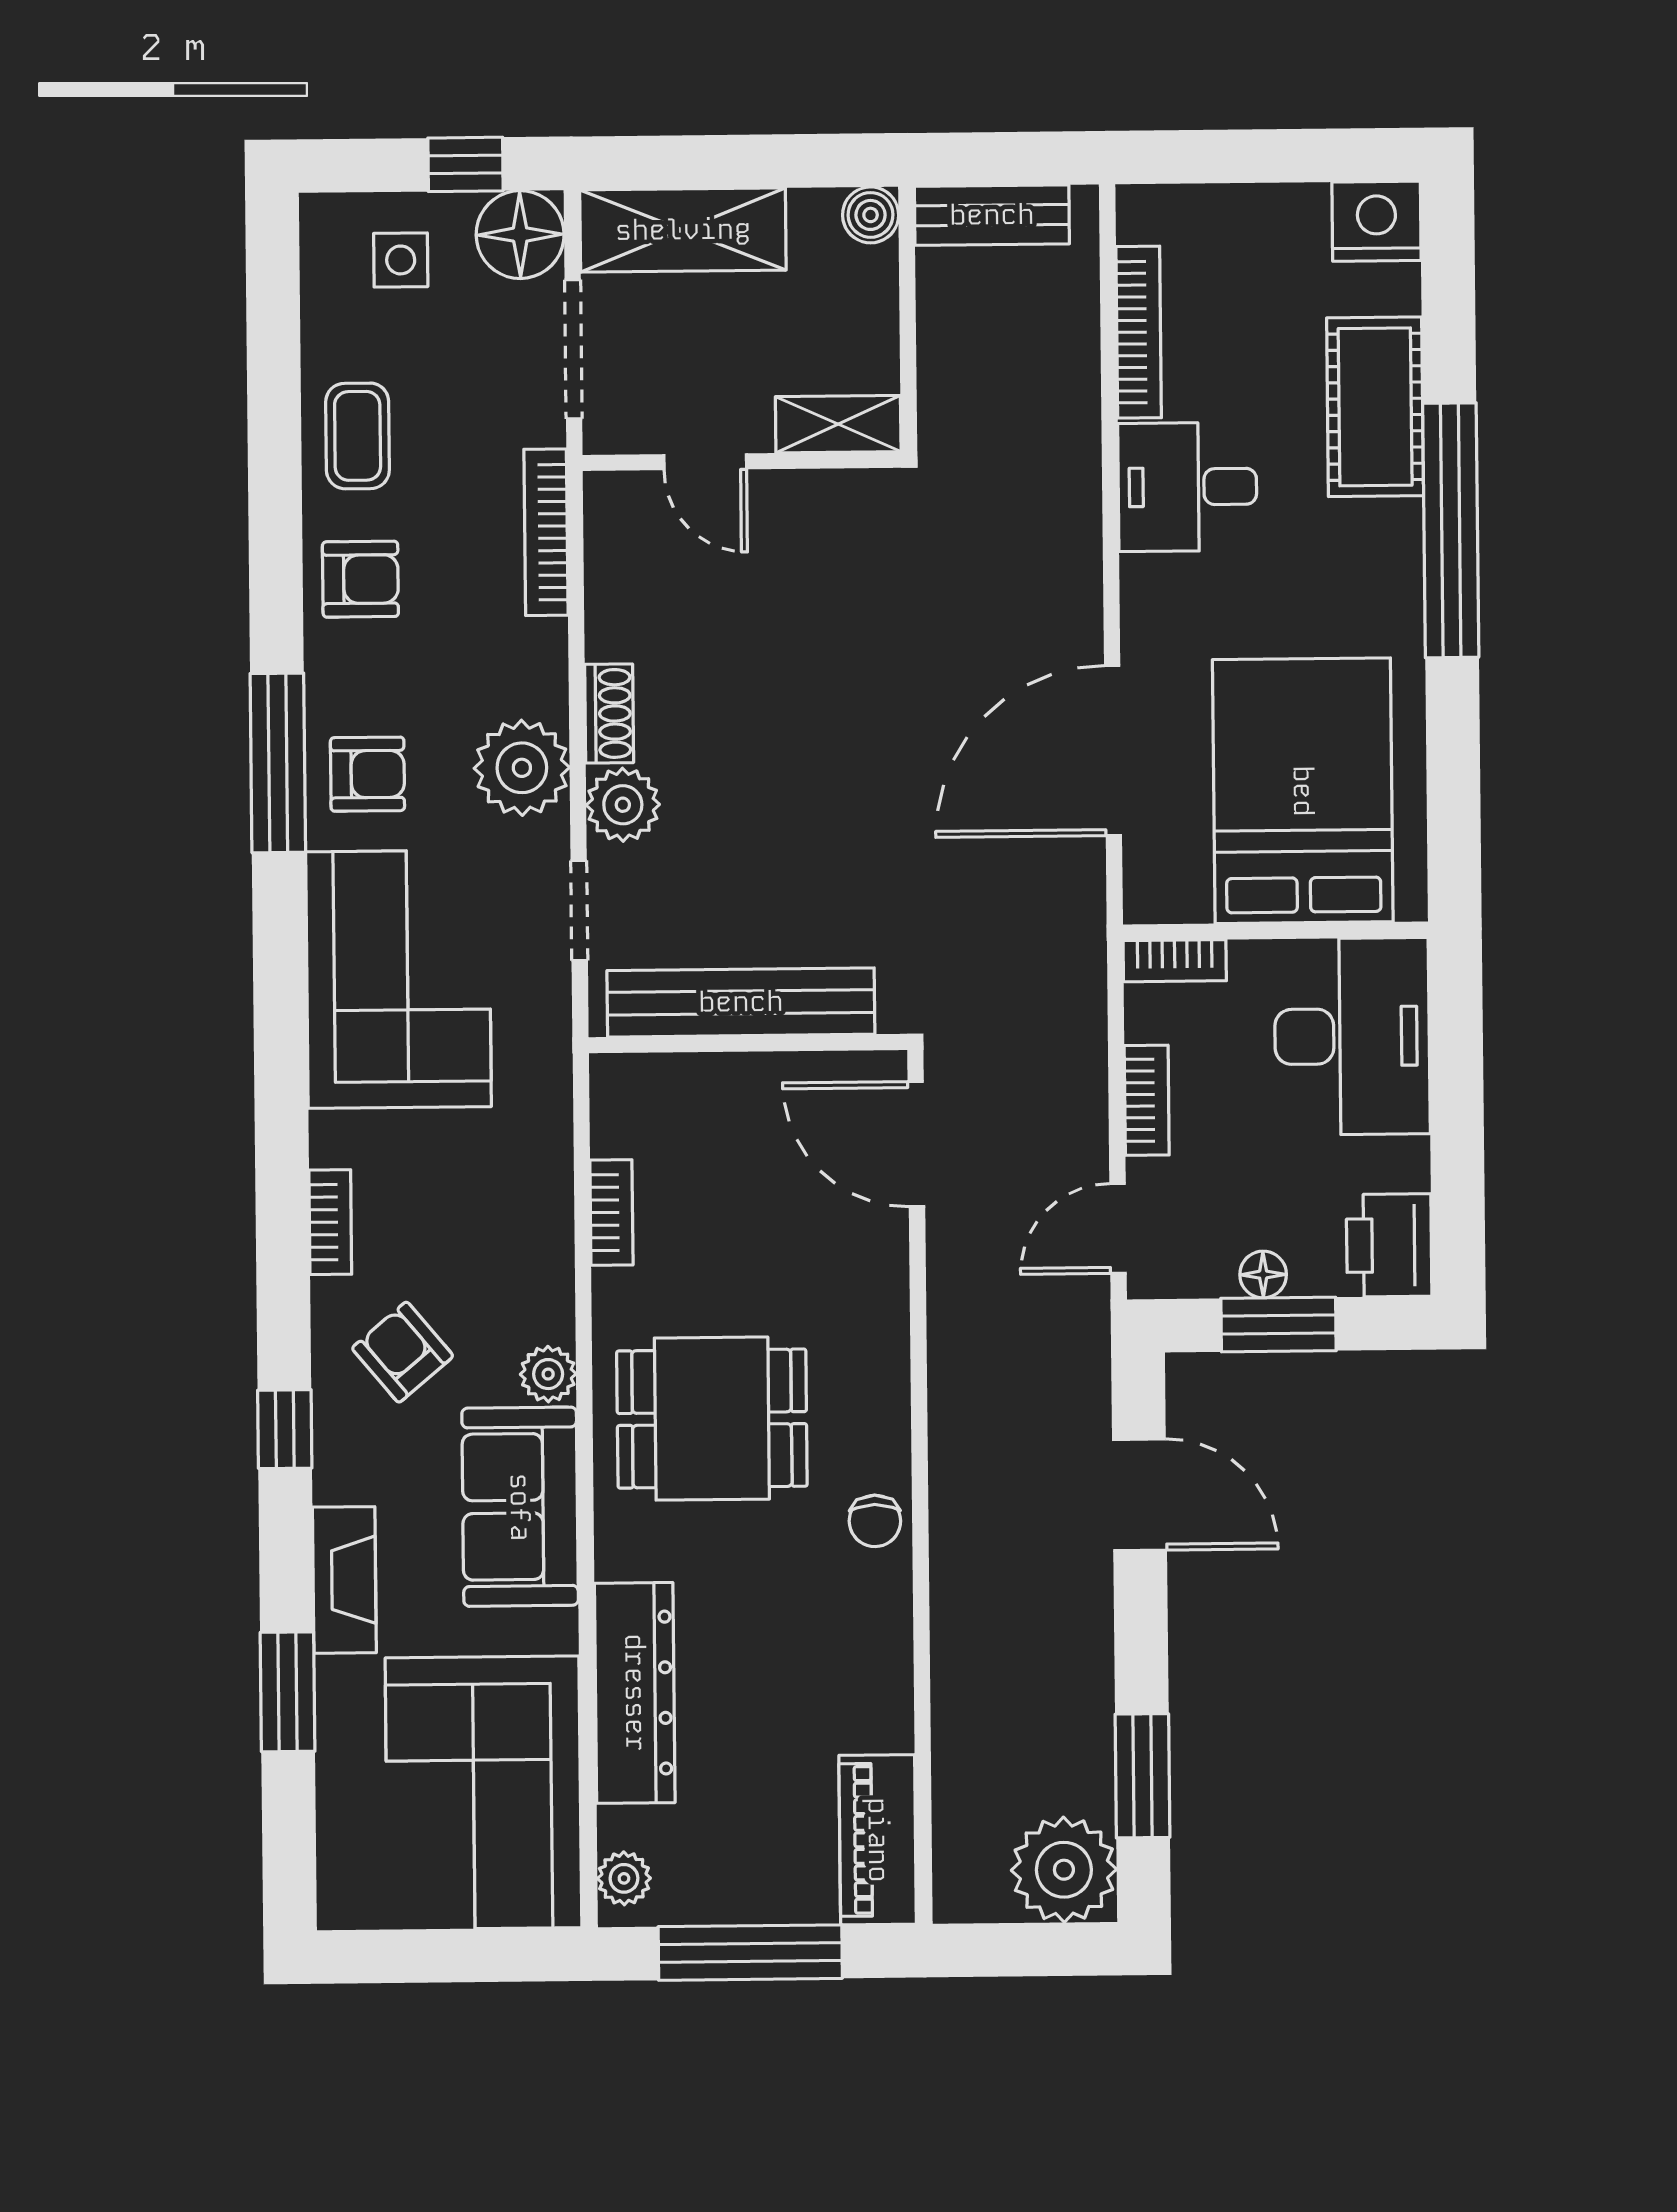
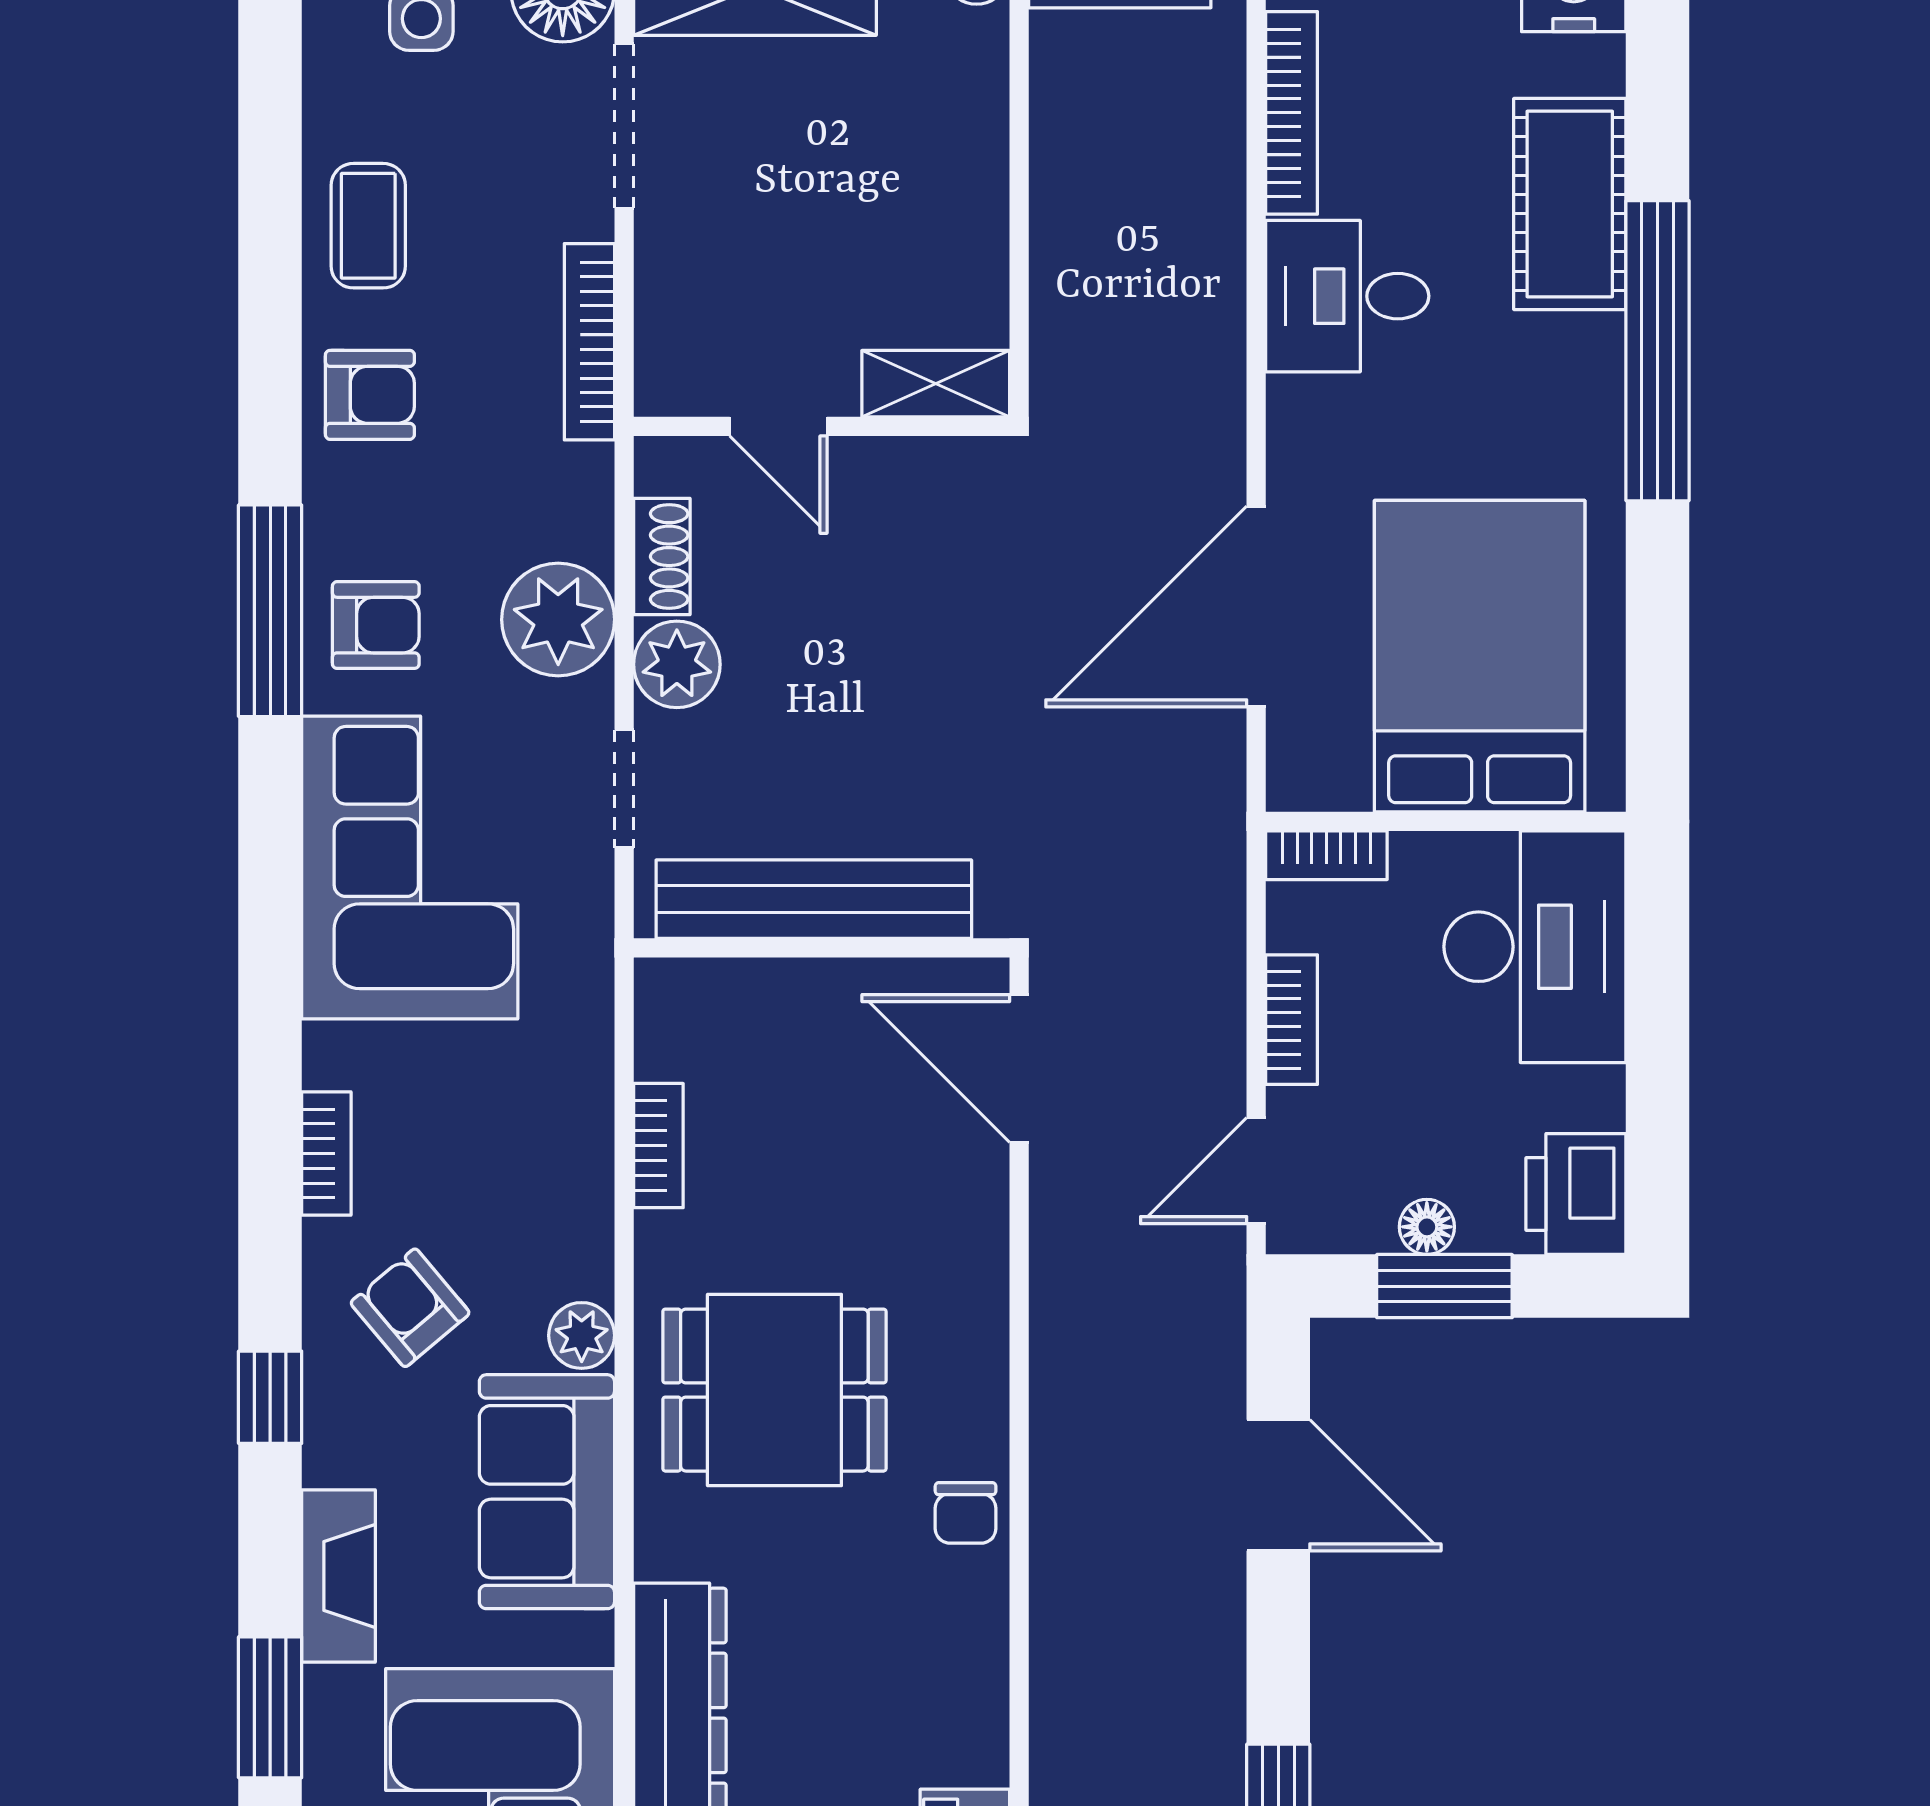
shelving: (838, 424) -> (936, 384), moved
wall: (742, 461) -> (822, 426), moved
door: (705, 462) -> (778, 426), moved

